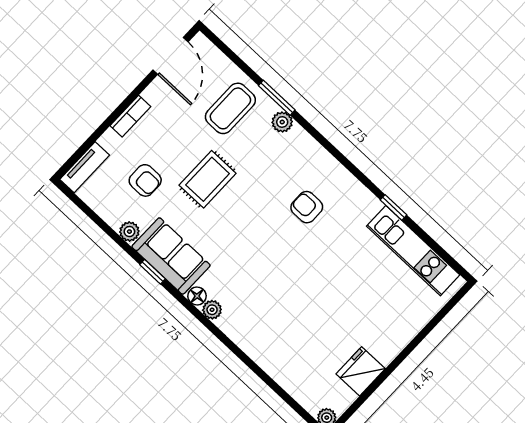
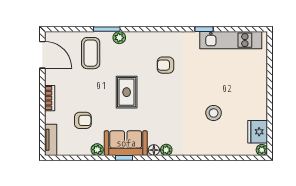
rug: (208, 179) -> (127, 92), moved
stool: (310, 319) -> (214, 113), added
fridge: (361, 371) -> (258, 132), moved

